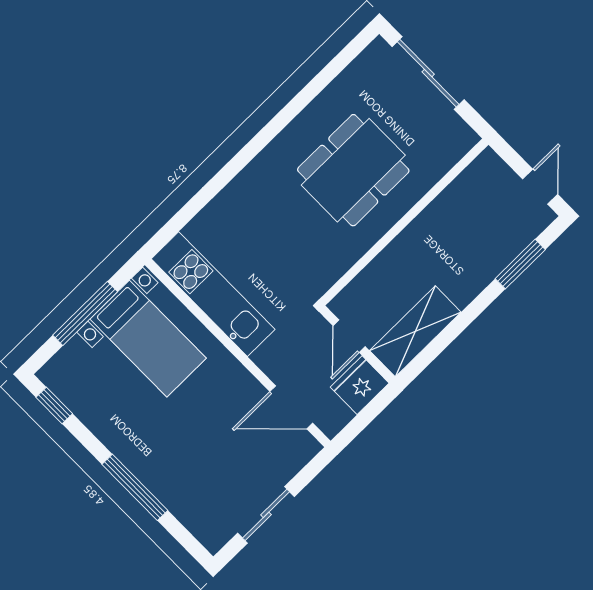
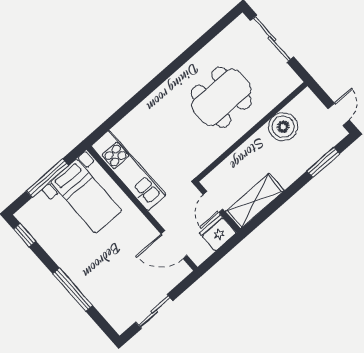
boiler: (454, 211) -> (283, 127), added

